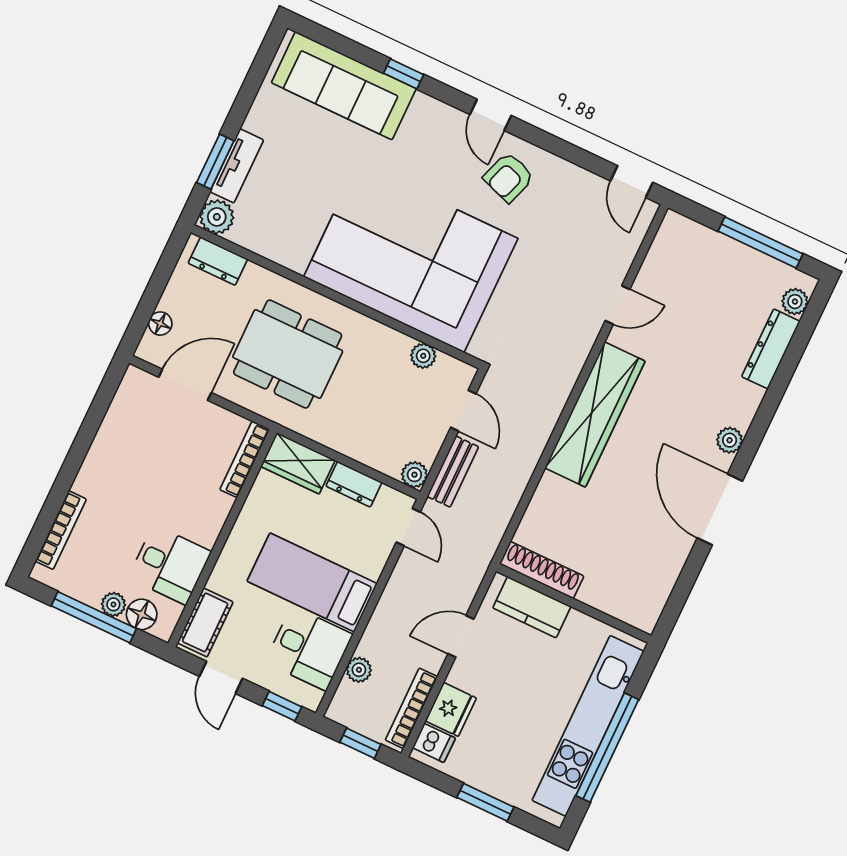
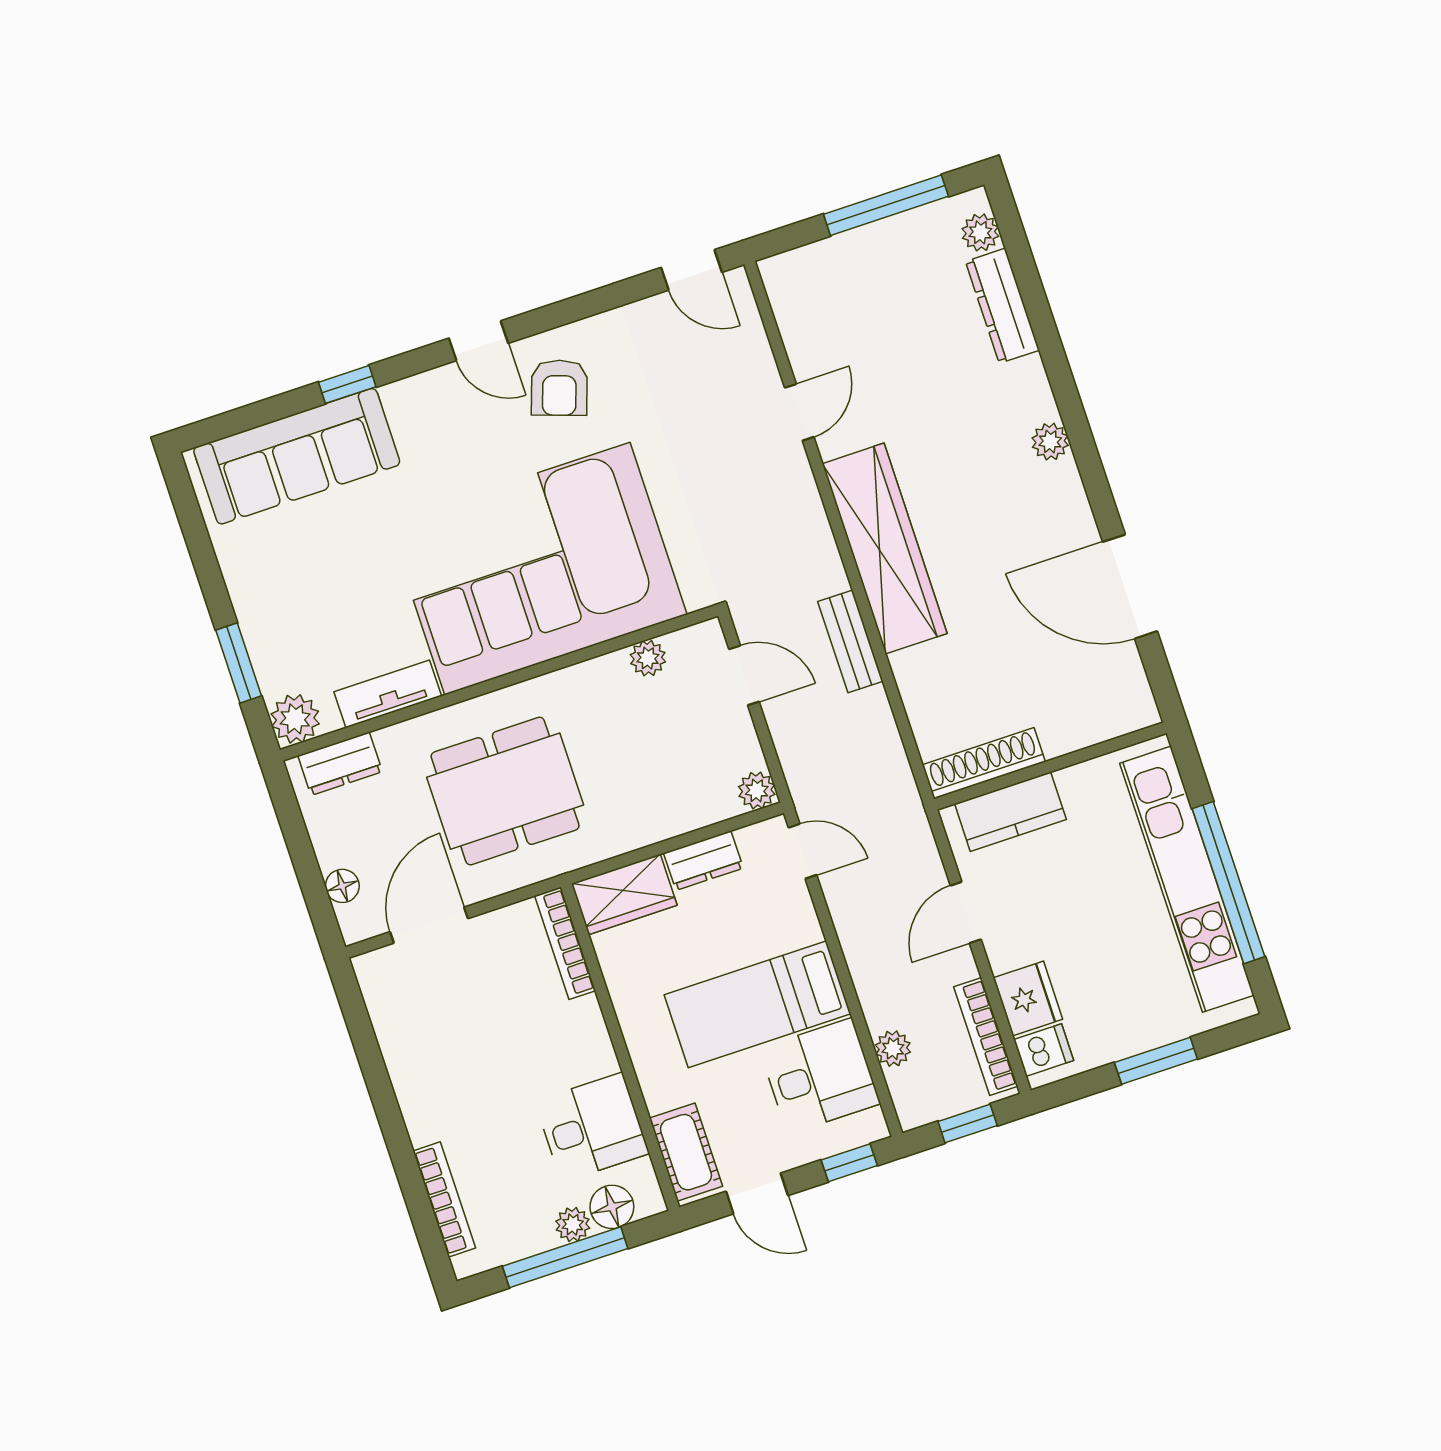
tv unit: (237, 166) -> (388, 694), moved, turned -90
bench: (453, 472) -> (850, 641), moved
door: (720, 509) -> (1130, 587), moved

